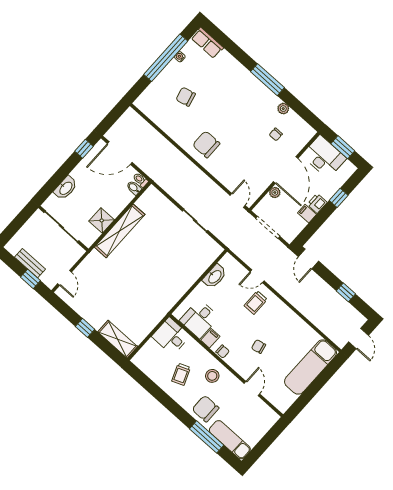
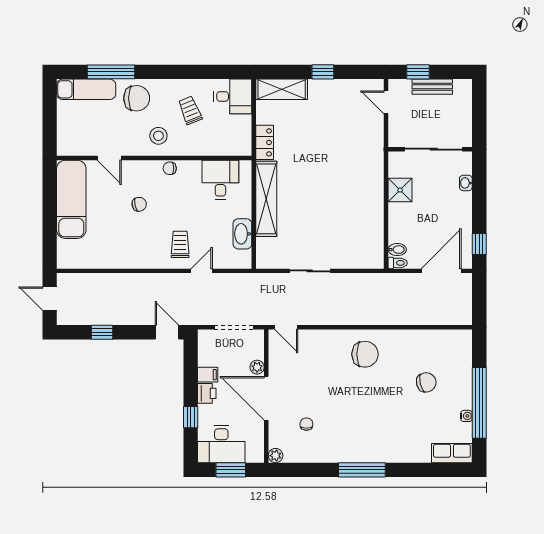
plant: (283, 109) -> (276, 456), moved
desk: (324, 157) -> (221, 444), moved
washbasin: (66, 188) -> (466, 183), width x0.52, depth x0.69
shelving: (120, 231) -> (266, 199), moved
locker: (155, 317) -> (265, 142), added
desk: (171, 336) -> (233, 96), moved
filing cabinet: (210, 338) -> (193, 170), removed
exam couch: (311, 367) -> (71, 199), moved

